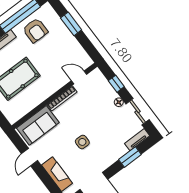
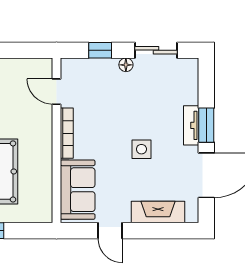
door: (79, 77) -> (57, 92), hinge flipped
tv unit: (137, 140) -> (191, 125), moved
window: (130, 157) -> (206, 125), moved

